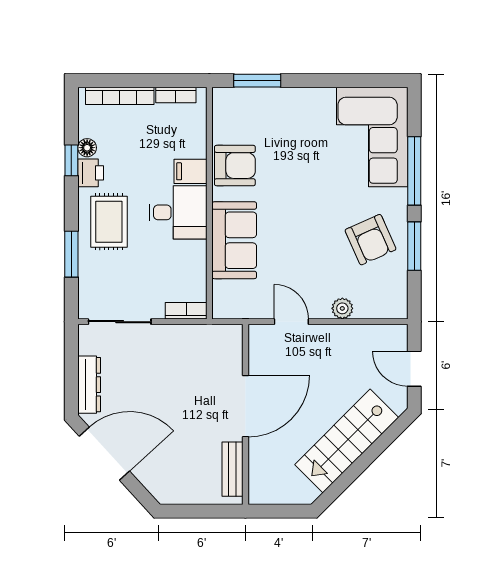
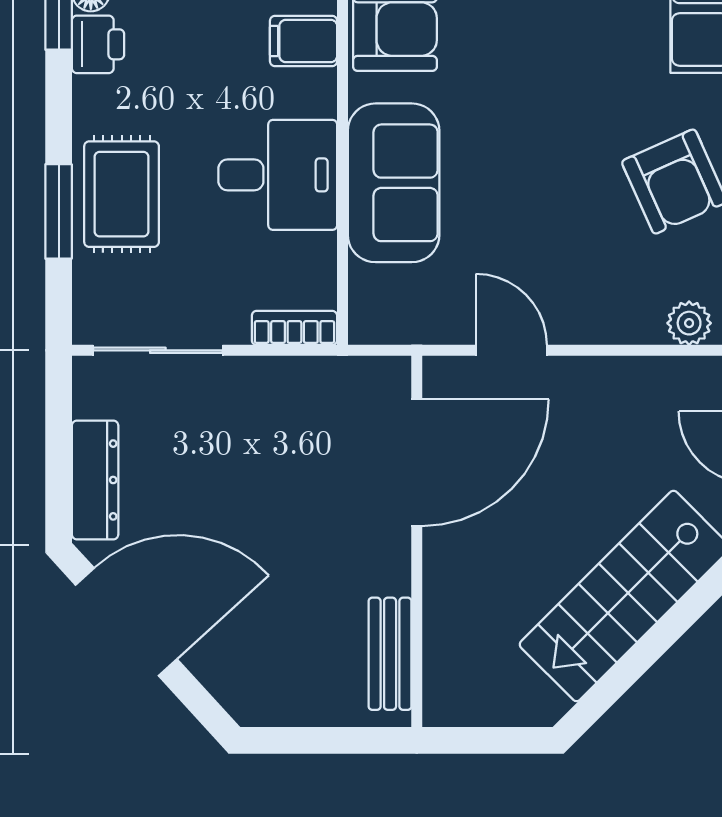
desk: (178, 212) -> (278, 175), moved
rug: (109, 222) -> (122, 194), moved
plant: (342, 308) -> (689, 323), moved
door: (245, 406) -> (417, 463), moved

